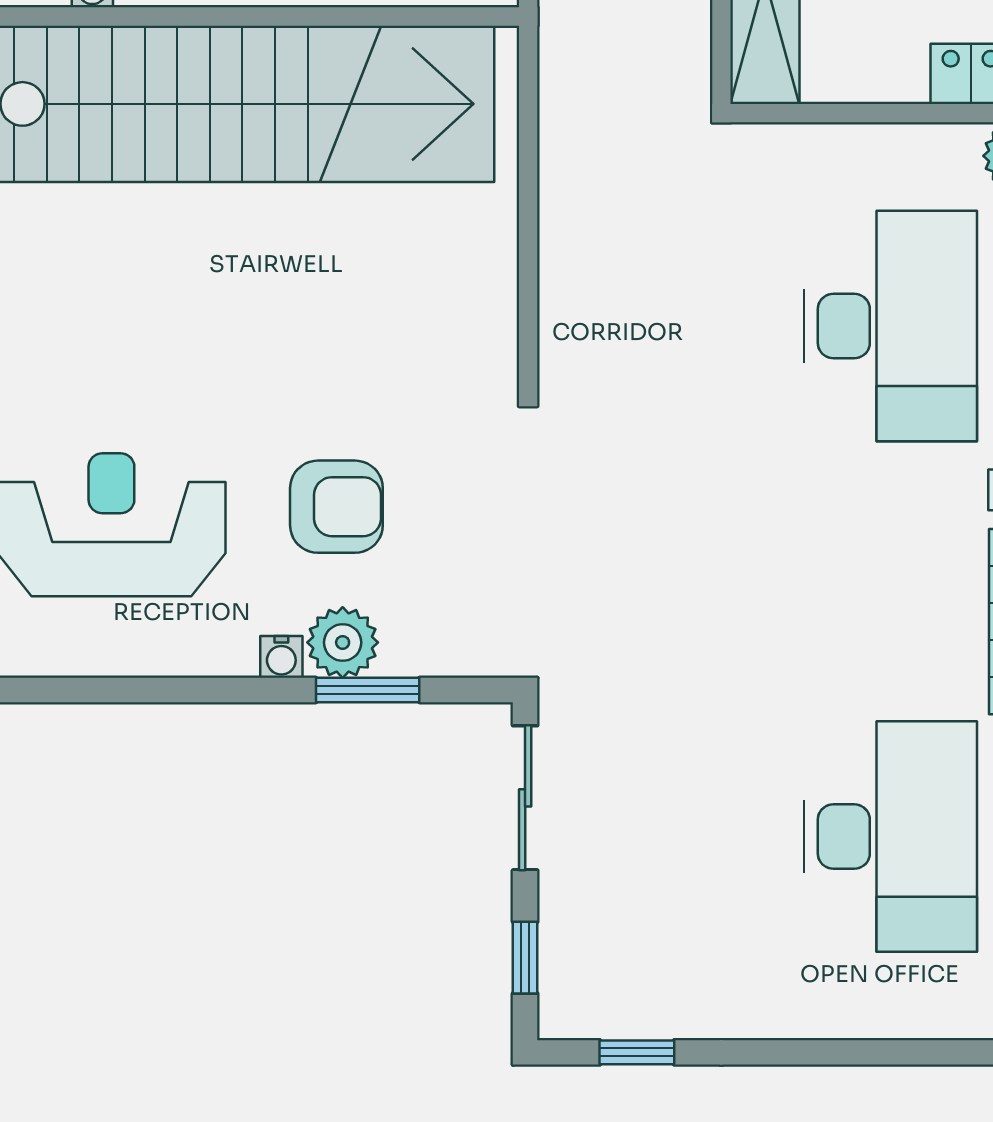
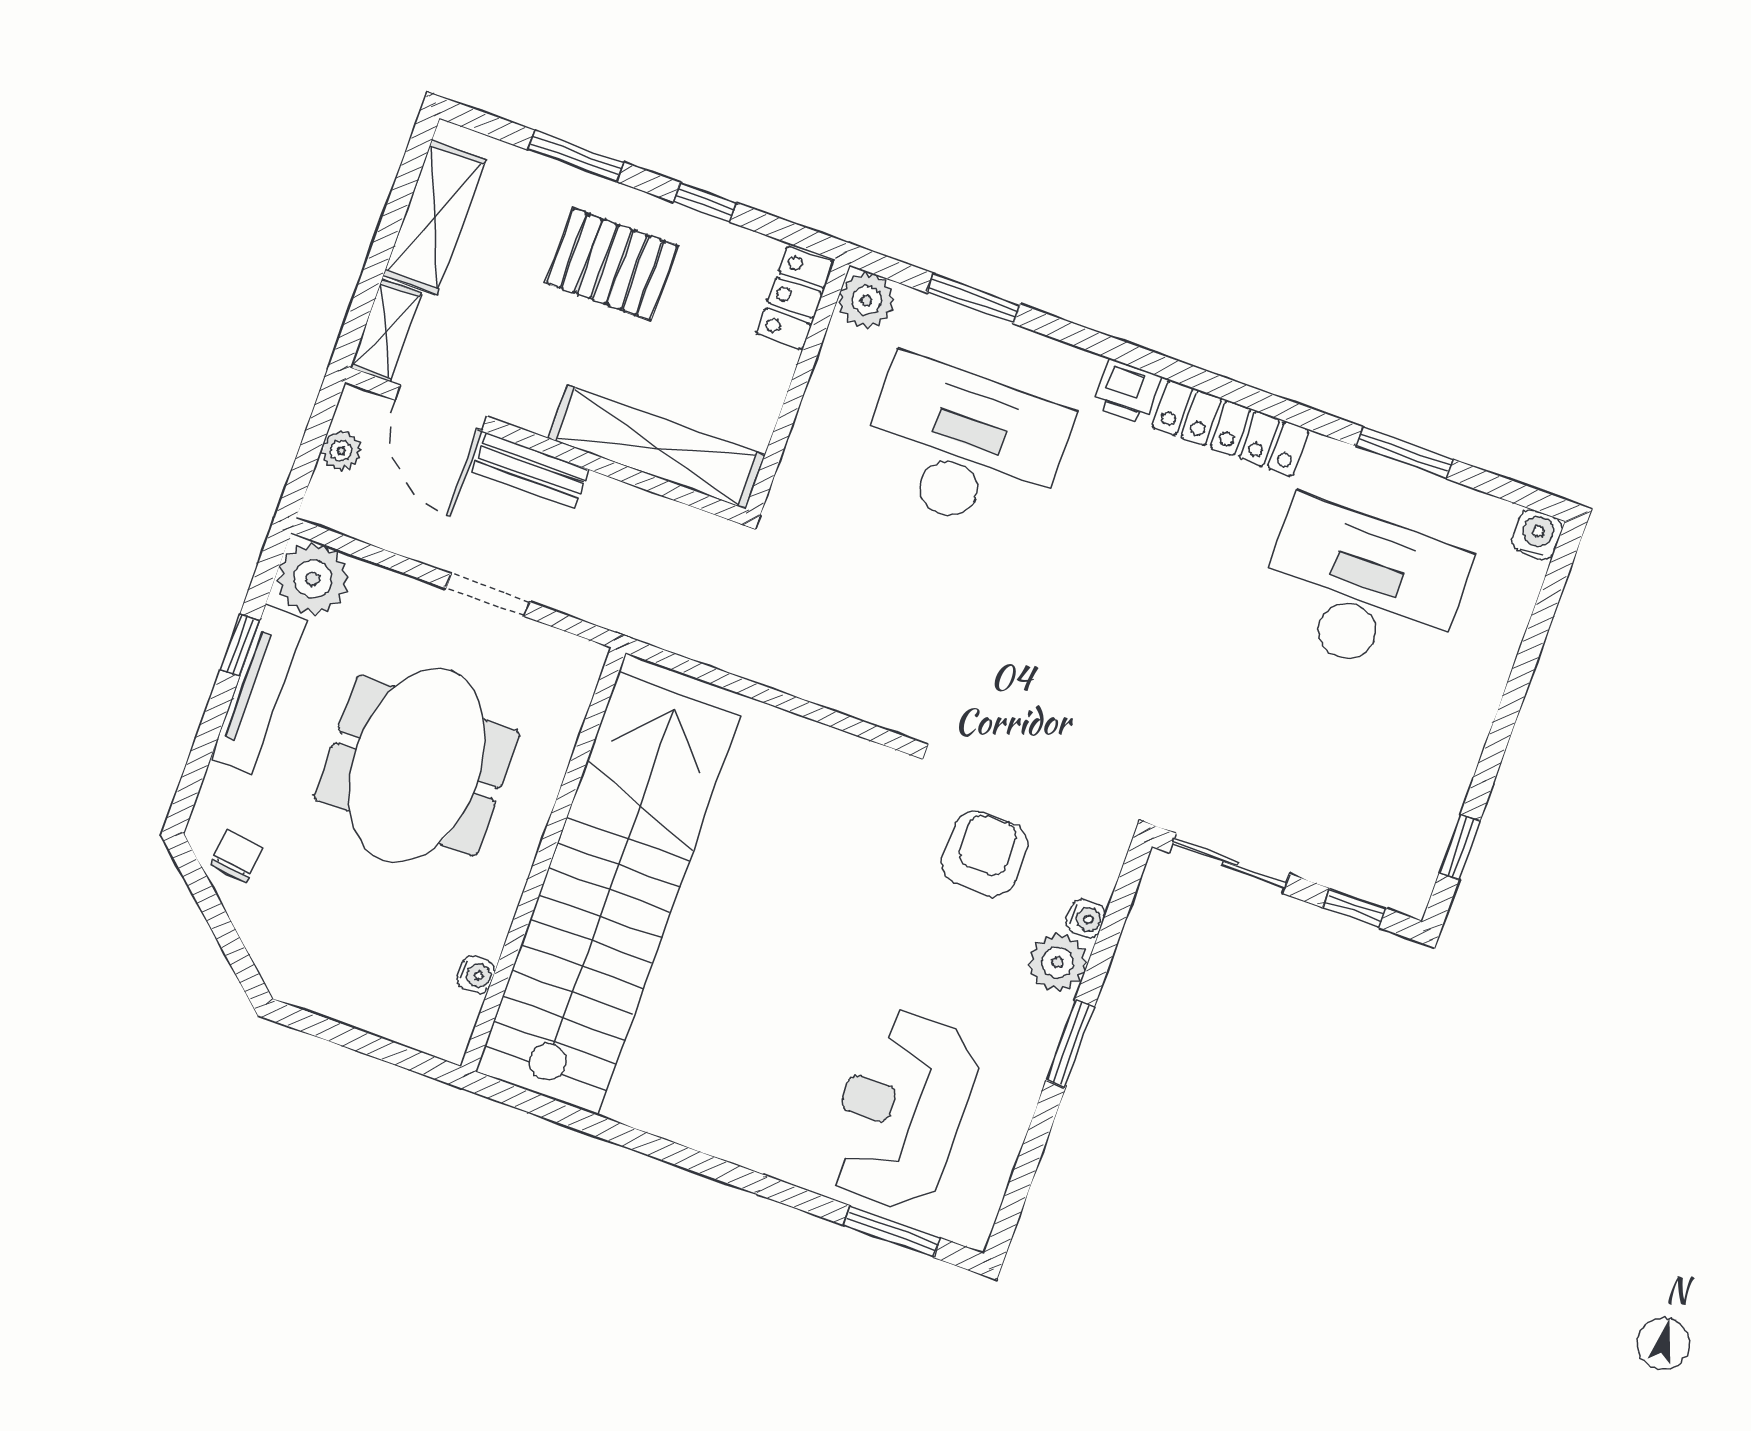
armchair: (336, 507) -> (984, 854), moved
water cooler: (281, 657) -> (1086, 919), moved
window: (368, 690) -> (1070, 1043), moved

